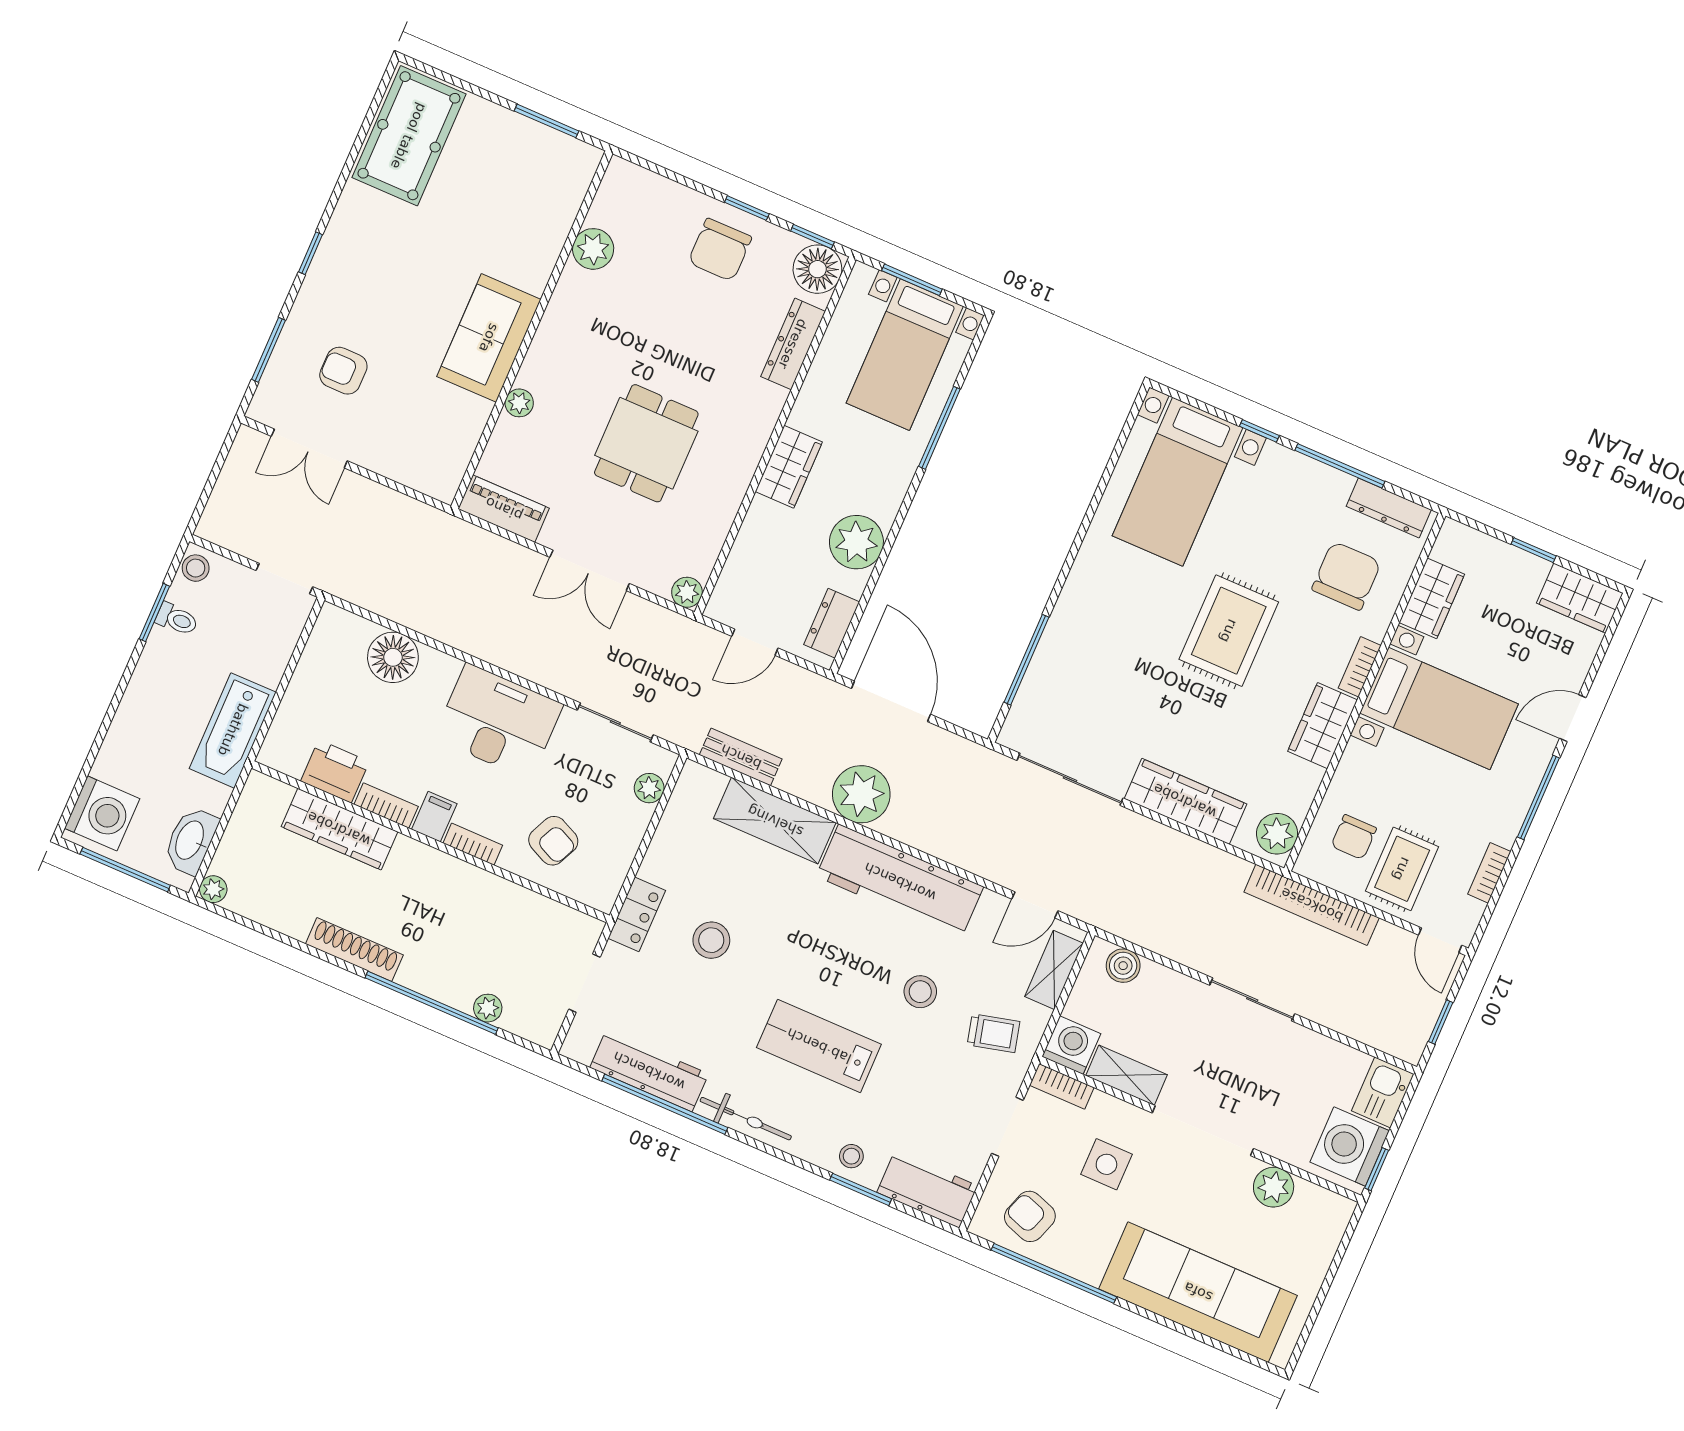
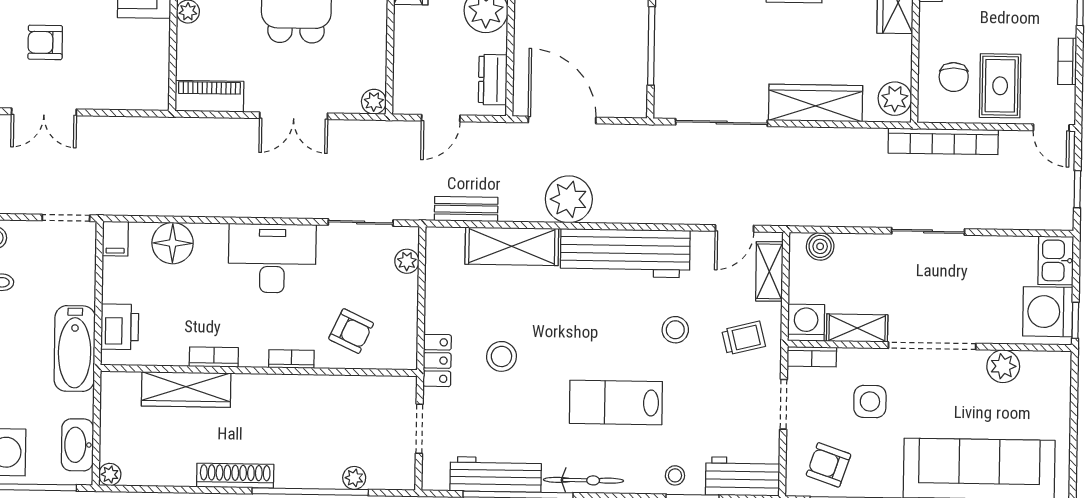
printer: (335, 771) -> (120, 327), moved, turned 90
filing cabinet: (434, 817) -> (115, 239), moved, turned 180

